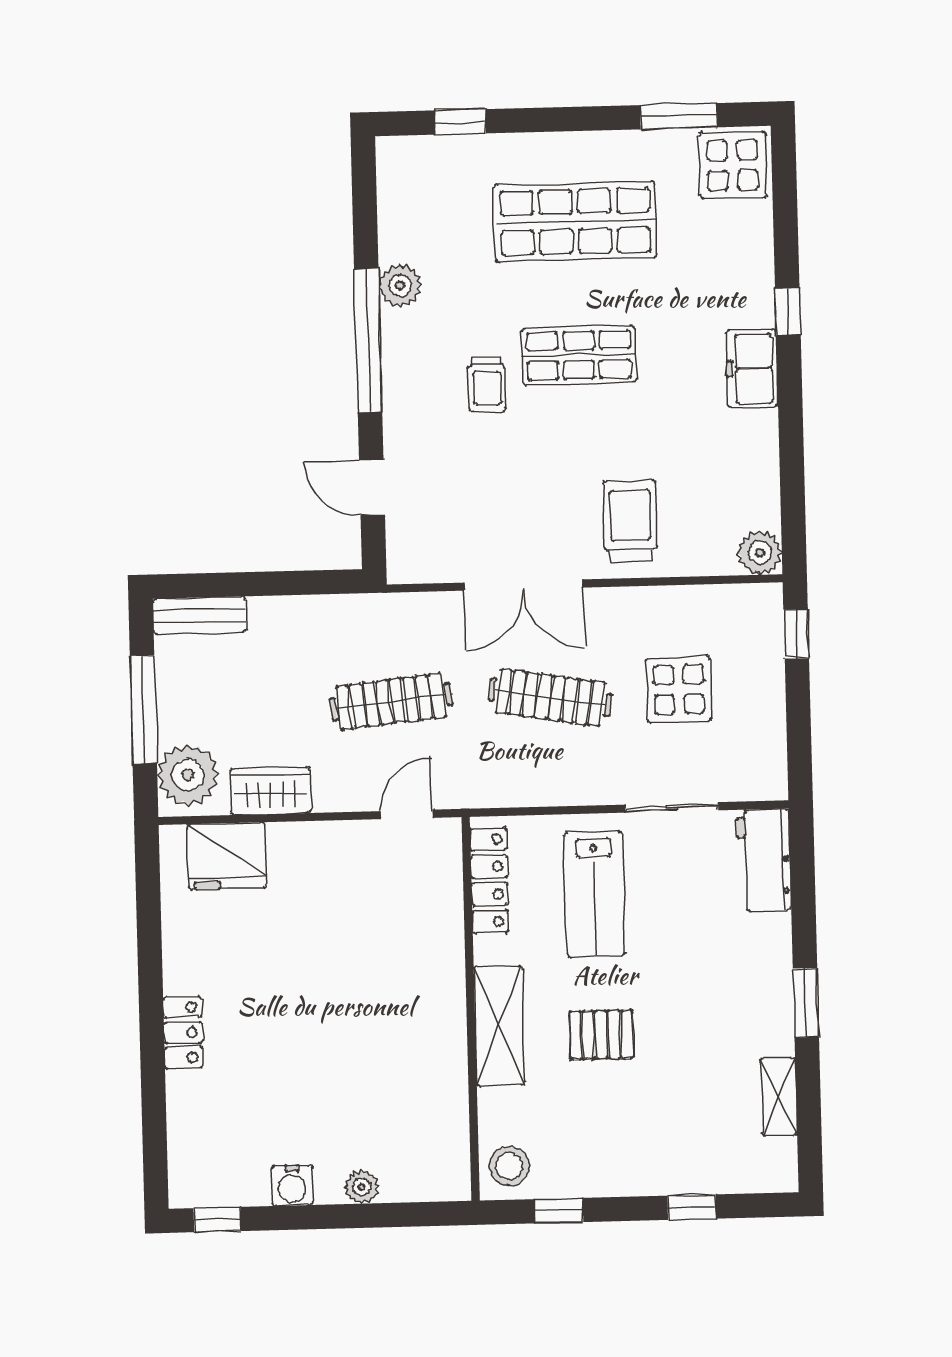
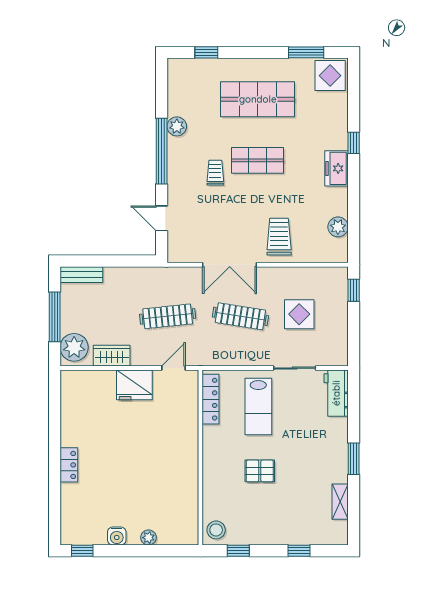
trolley: (487, 384) -> (215, 173), turned 180
plant: (760, 553) -> (338, 227), moved
fridge: (227, 856) -> (134, 385), moved
shelving: (499, 1026) -> (213, 466), removed

